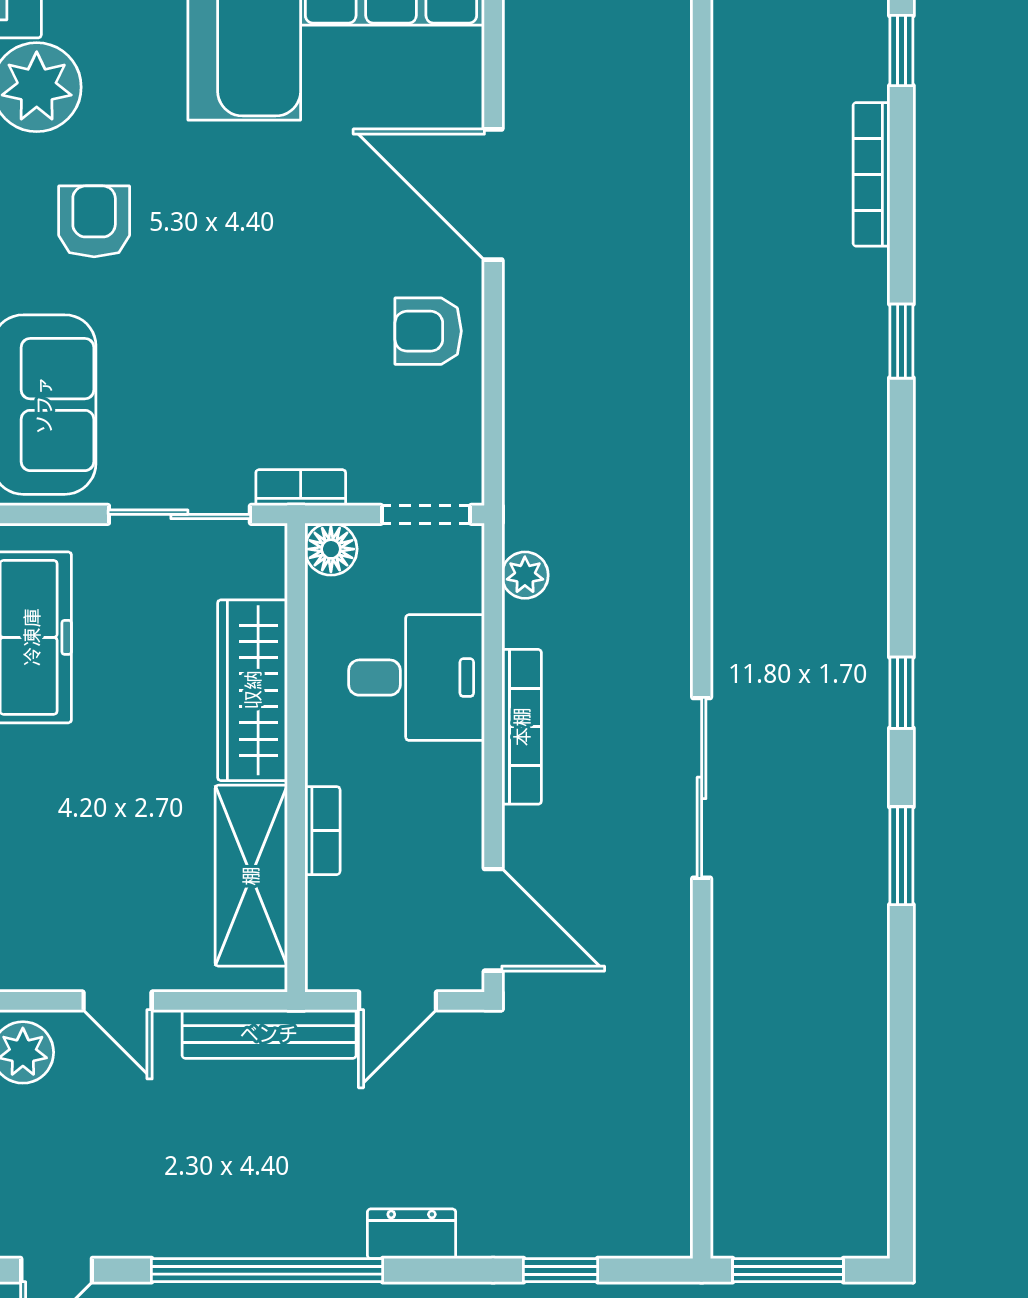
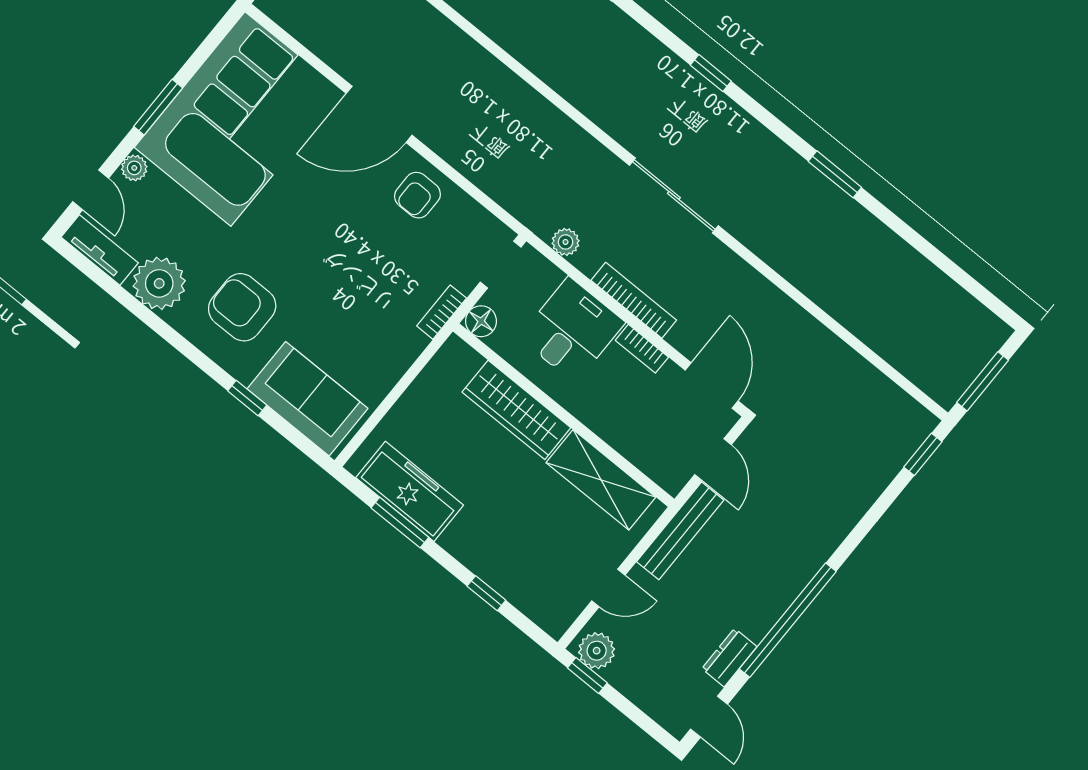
armchair: (94, 221) -> (242, 307), width x1.38, depth x1.38
sliding door: (179, 514) -> (408, 378), removed
window: (901, 693) -> (711, 73), moved
sliding door: (702, 788) -> (674, 196), moved
bookcase: (322, 831) -> (642, 349), moved, turned 180
door: (493, 920) -> (712, 385), hinge flipped
dresser: (412, 1234) -> (729, 658), moved
window: (561, 1270) -> (923, 454), moved

